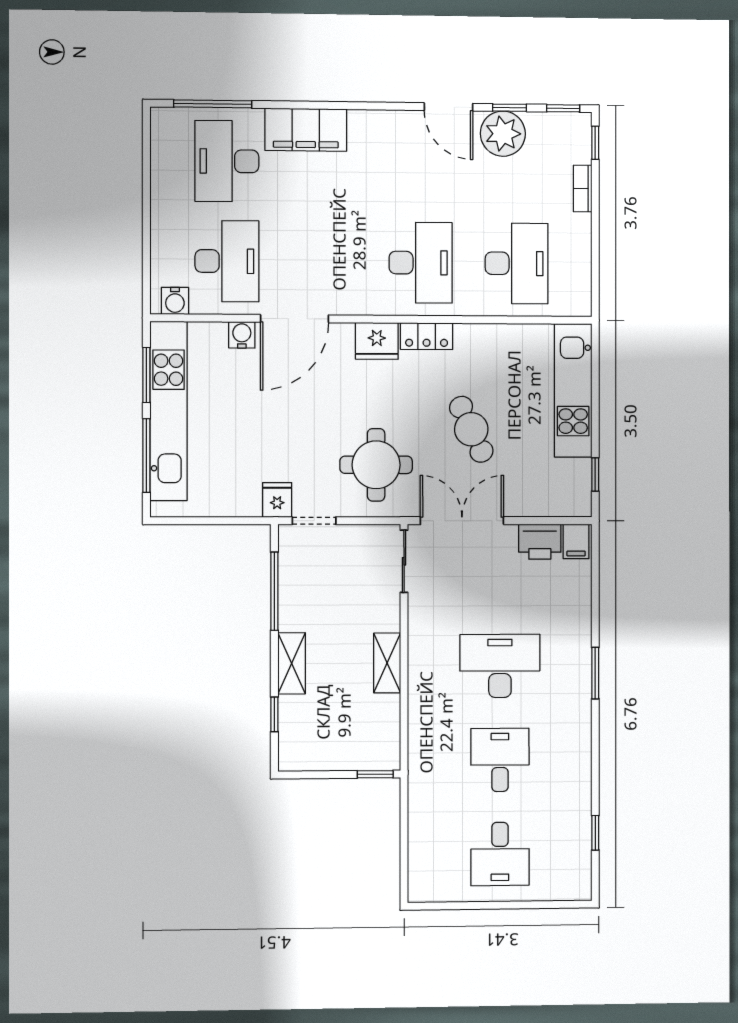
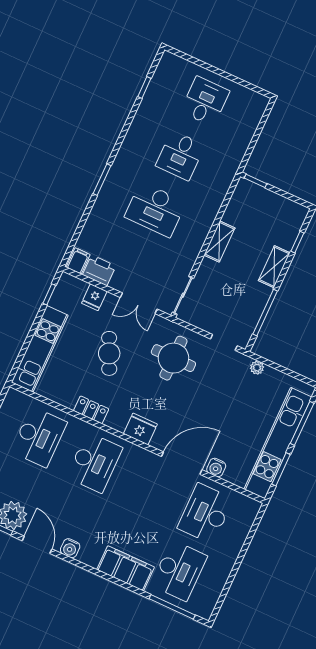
desk: (421, 263) -> (94, 462), turned 180
desk: (517, 263) -> (39, 437), turned 180
water cooler: (175, 301) -> (70, 548), moved, turned 180
locker: (427, 336) -> (91, 410), moved
fridge: (277, 500) -> (94, 297), moved
plant: (249, 506) -> (257, 368), added
double door: (462, 521) -> (139, 303), width x0.73

